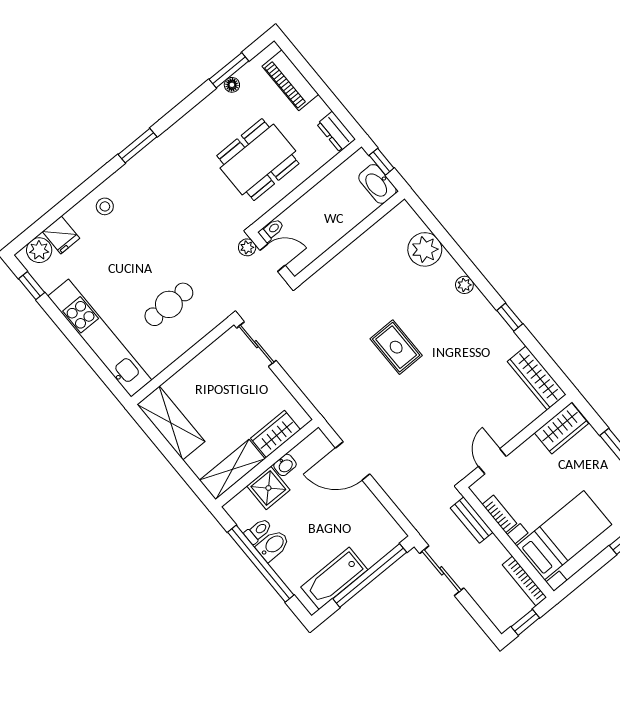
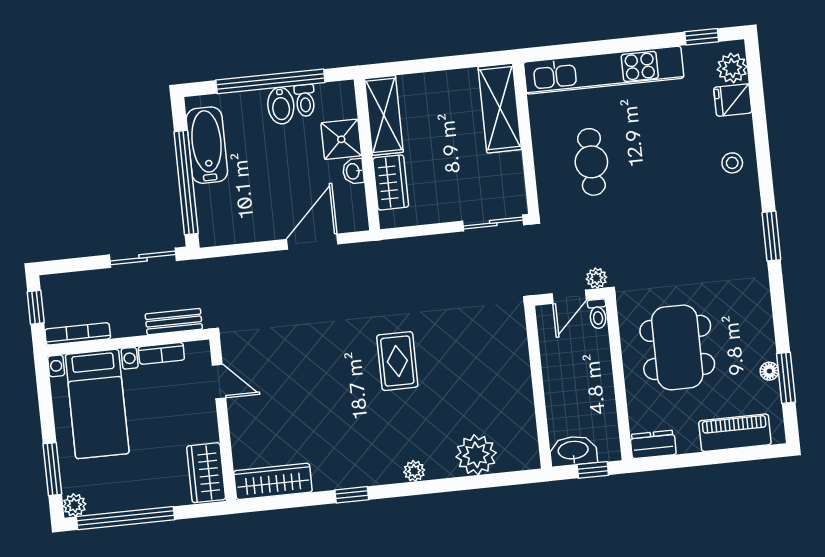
rug: (396, 347) -> (397, 361), turned 90
shelving: (171, 423) -> (500, 108), moved, turned 90

